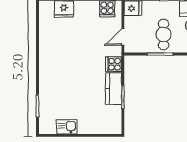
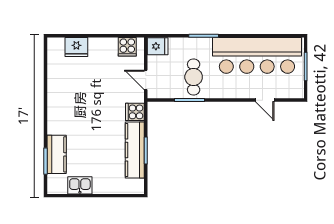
door: (123, 37) -> (146, 80), hinge flipped
kitchen counter: (114, 89) -> (135, 150), width x1.50
kitchen counter: (47, 100) -> (57, 154), added

